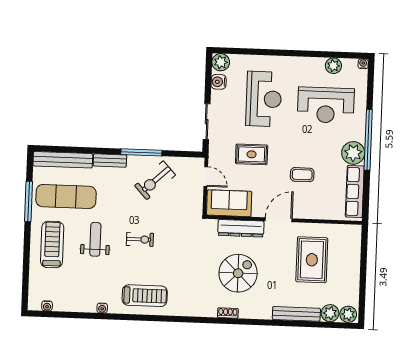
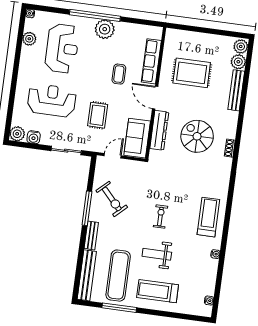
row of seats: (355, 192) -> (151, 61), moved, turned 90

